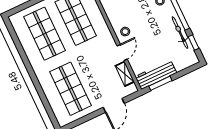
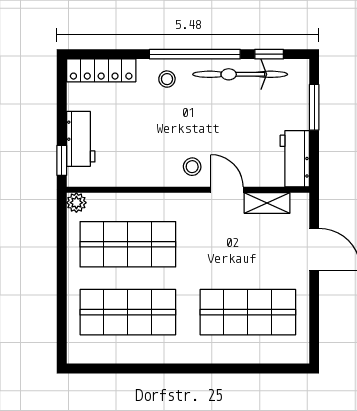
bicycle: (180, 33) -> (240, 74), width x1.37, depth x1.40
workbench: (156, 75) -> (295, 159), width x0.73
window: (160, 83) -> (314, 107), moved

